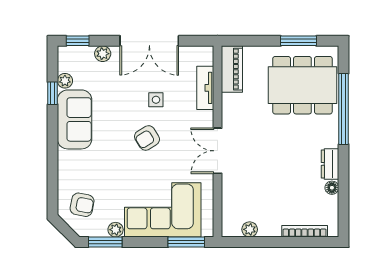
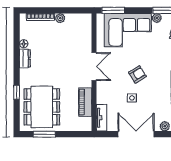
piano: (232, 69) -> (85, 102), moved
dining table: (302, 85) -> (42, 107), turned 90
tv unit: (205, 88) -> (102, 118), moved
window: (344, 109) -> (17, 92), width x0.32
plant: (250, 229) -> (60, 18), moved

